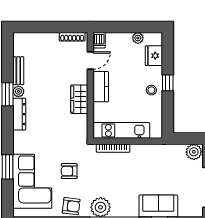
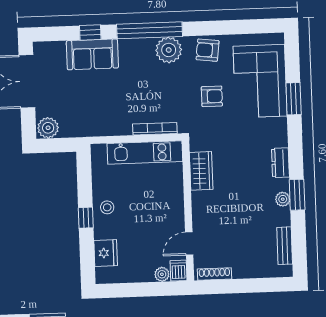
plant: (138, 38) -> (162, 274), moved
bench: (18, 71) -> (285, 246), moved
kitchen counter: (101, 87) -> (174, 209), removed
wardrobe: (79, 99) -> (201, 171), moved
dresser: (19, 114) -> (280, 163), width x0.70

